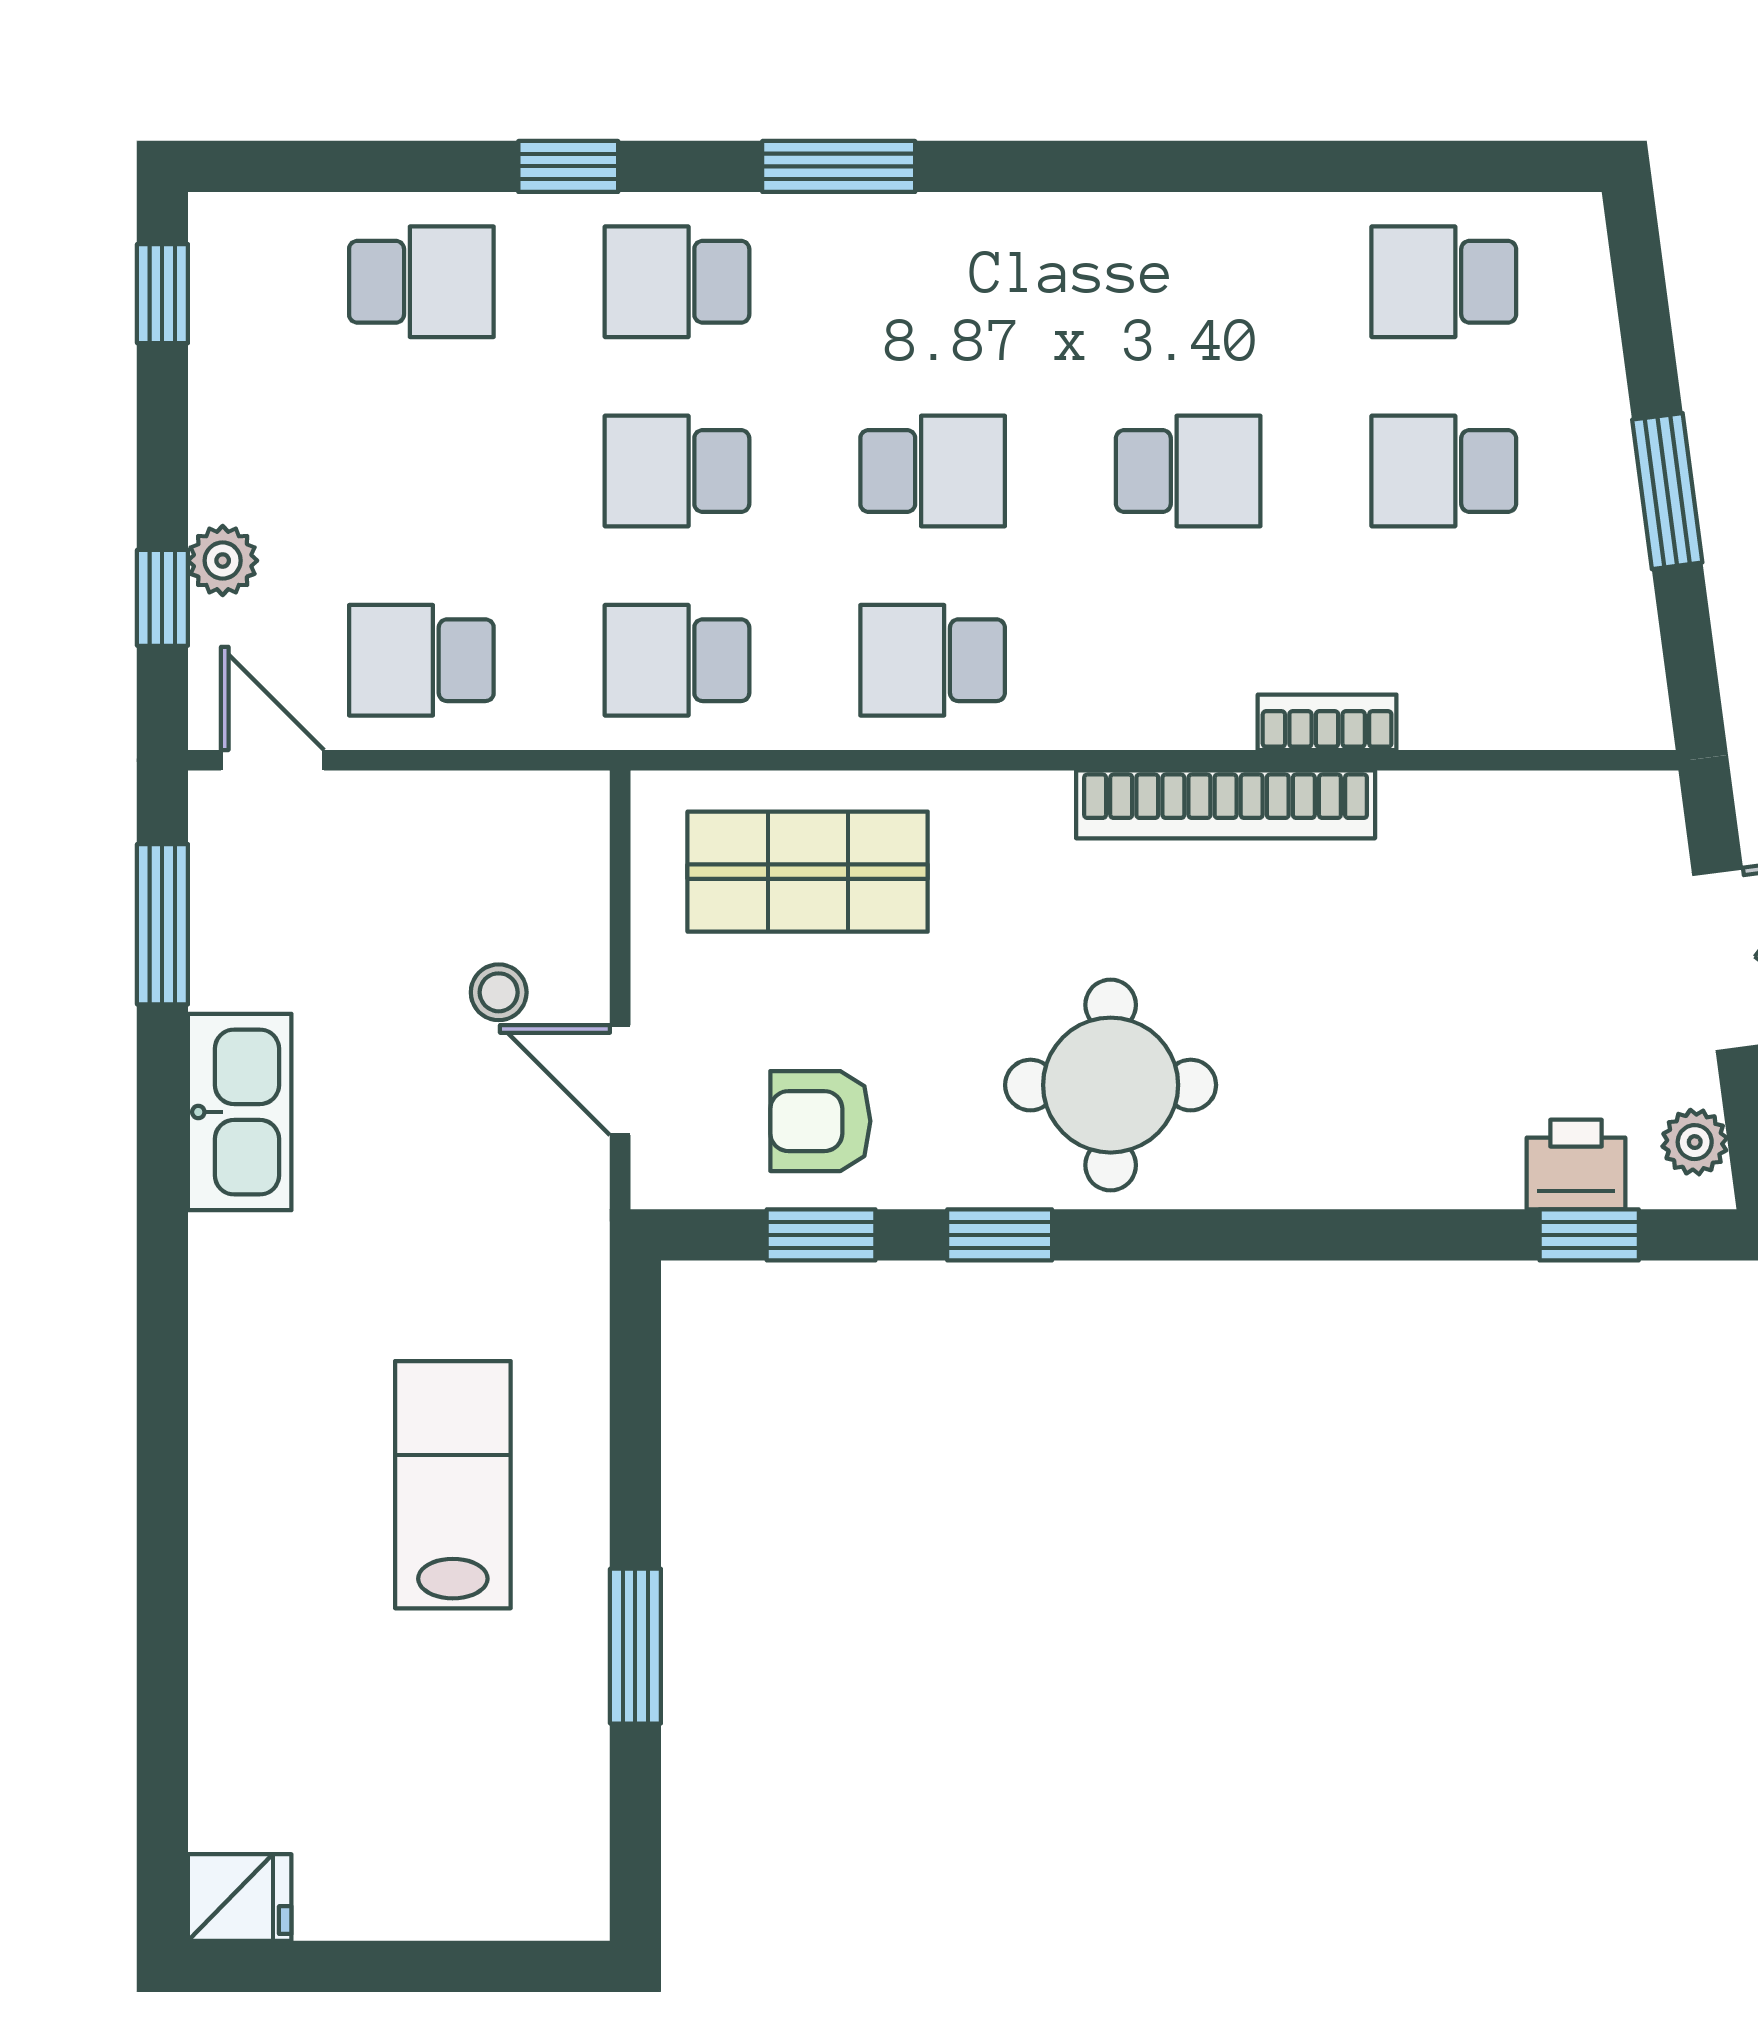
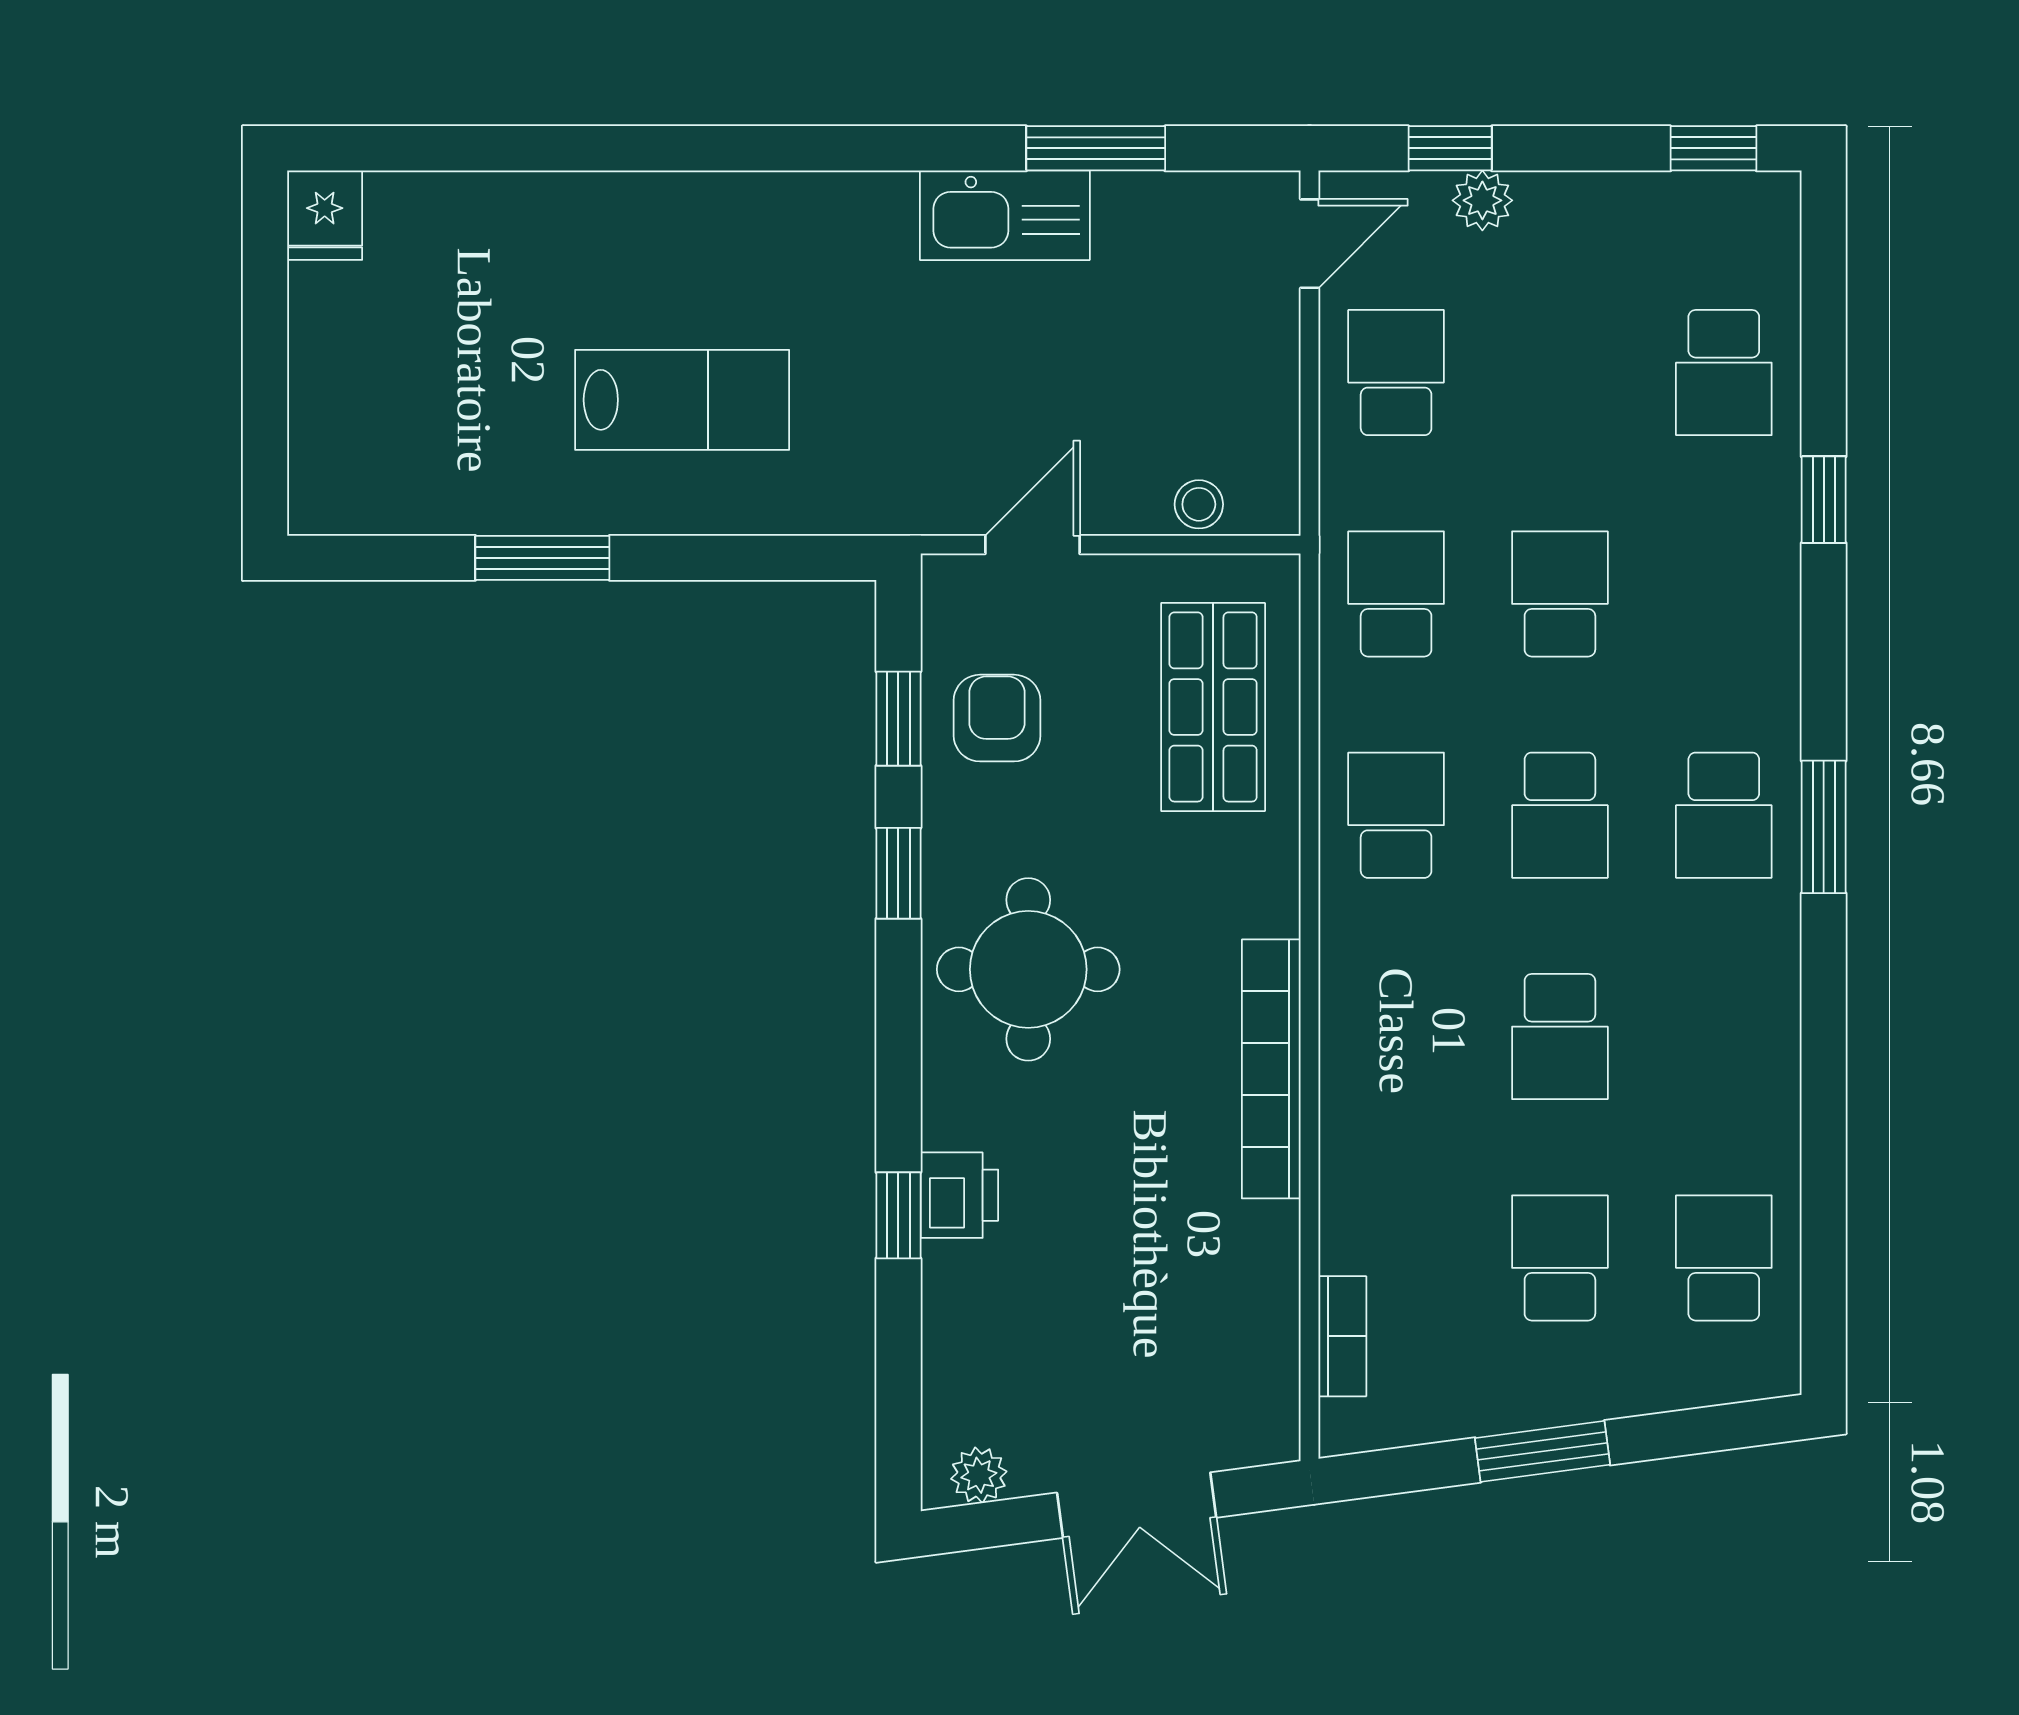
window: (839, 166) -> (1824, 827), moved
school desk: (677, 282) -> (1724, 815), moved, turned 180
bookcase: (1327, 722) -> (1342, 1336), moved
window: (162, 924) -> (1096, 148), moved
stool: (499, 992) -> (1199, 504), moved
printer: (1576, 1165) -> (959, 1195), moved
window: (1589, 1235) -> (898, 1215), moved

